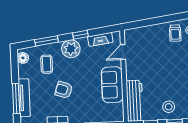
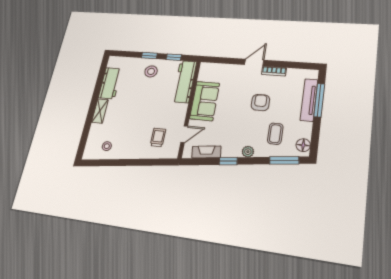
trolley: (175, 33) -> (158, 137), moved
window: (46, 41) -> (284, 160), moved
plant: (71, 49) -> (248, 152), width x0.53, depth x0.53
armchair: (64, 90) -> (260, 103), turned -108

